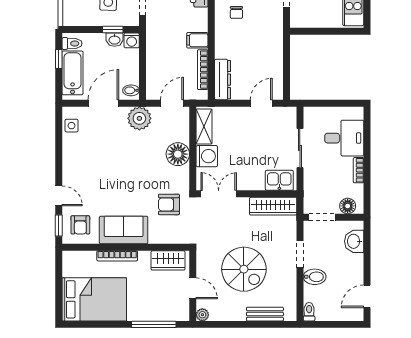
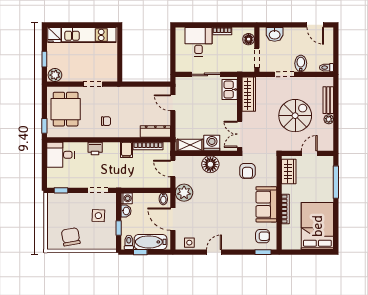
window: (113, 30) -> (119, 228), moved
door: (59, 196) -> (214, 252), moved
plant: (202, 315) -> (329, 119), moved

